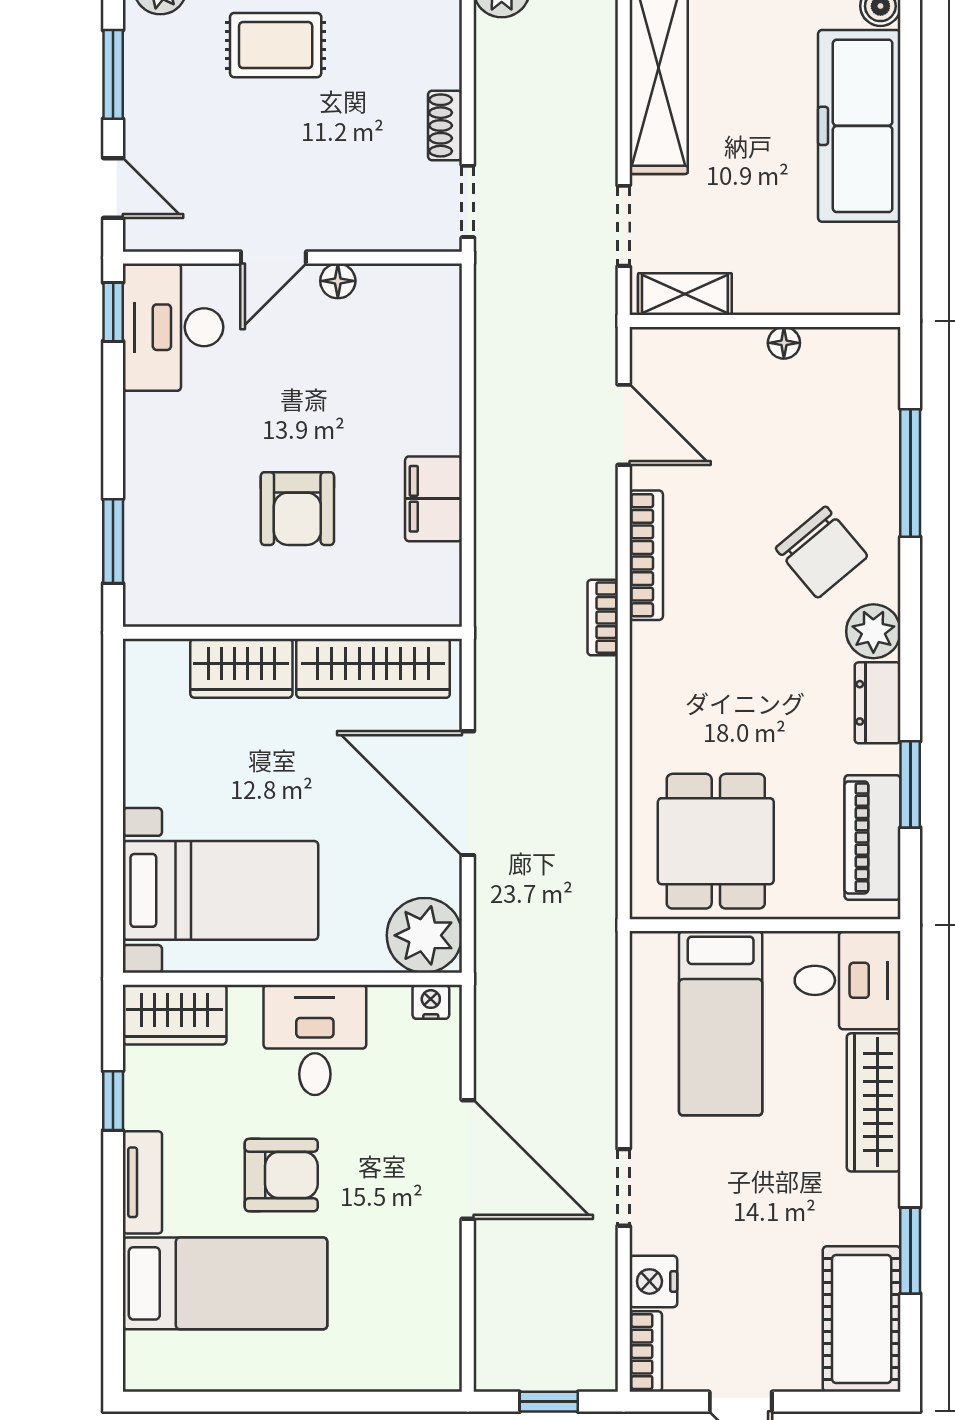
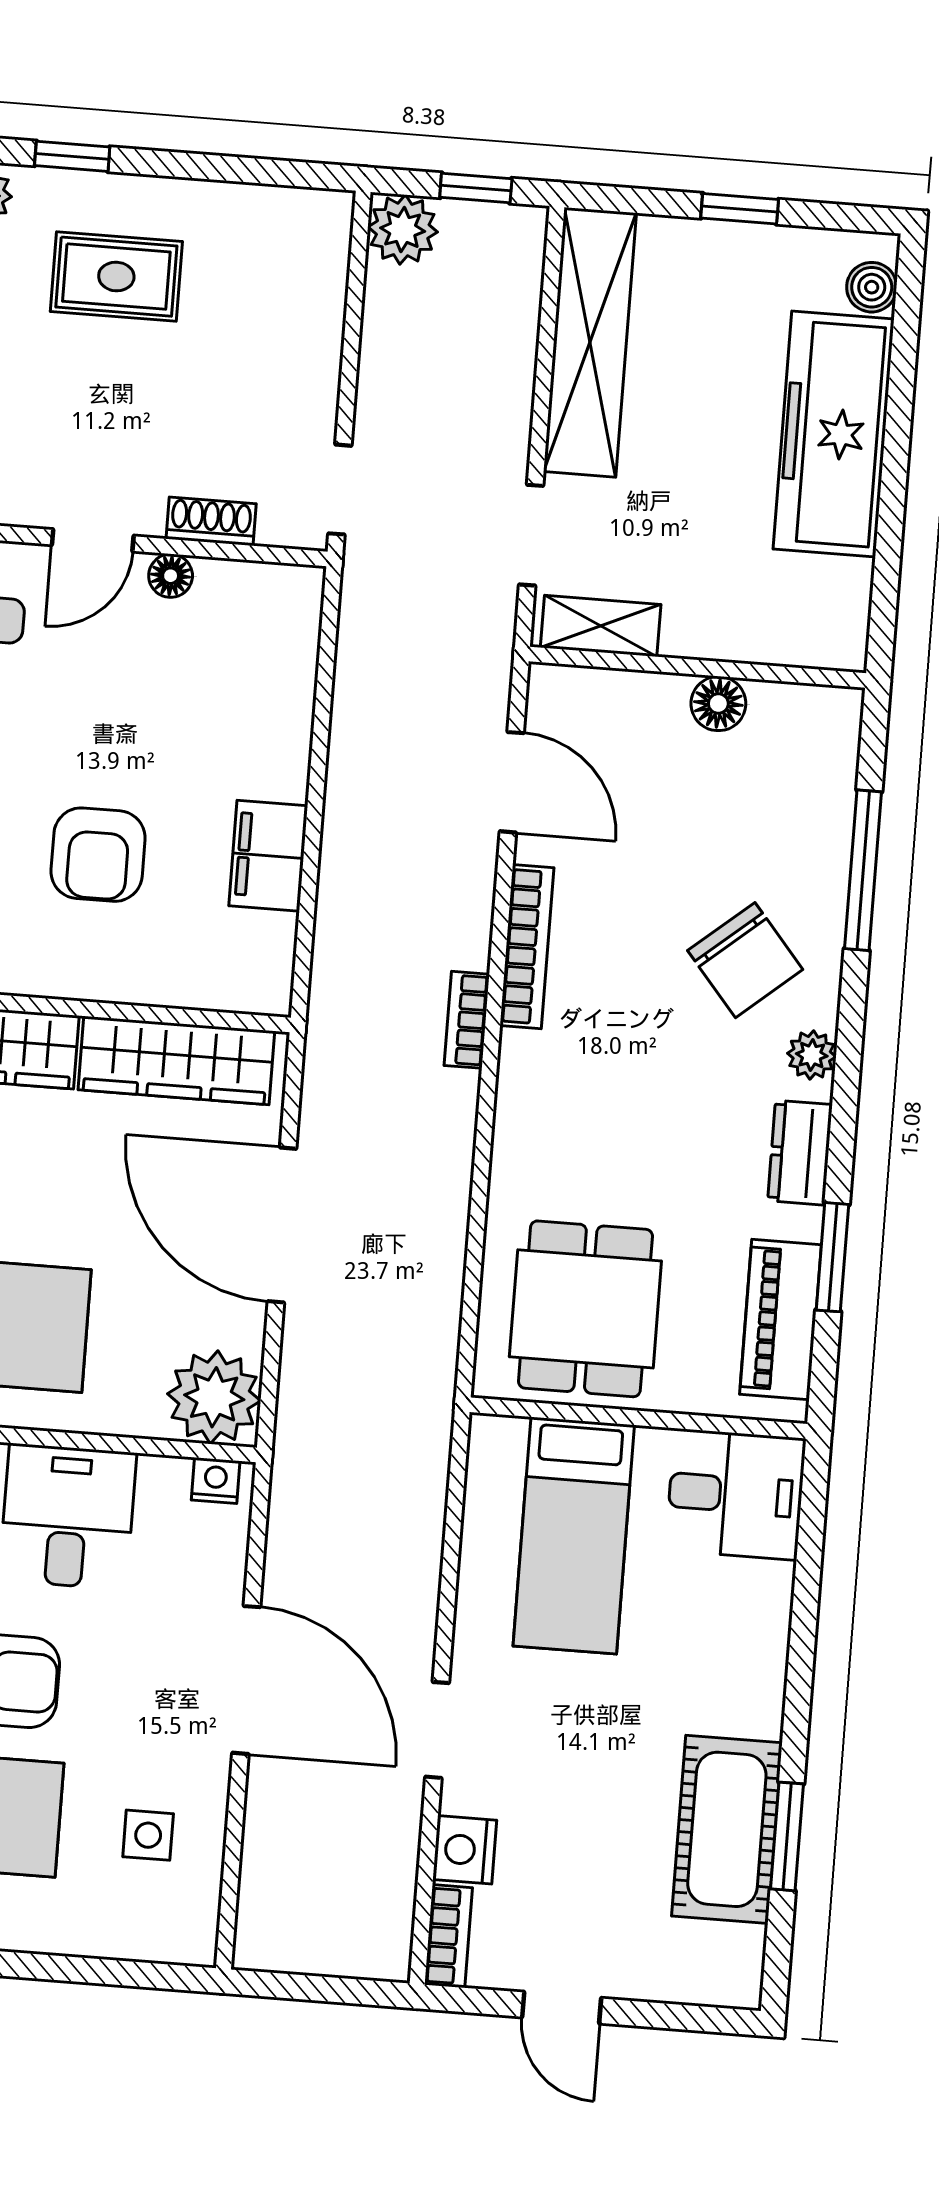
shoe rack: (445, 125) -> (211, 521), moved, turned 90
floor lamp: (784, 343) -> (718, 704), width x1.37, depth x1.37
plant: (873, 631) -> (812, 1055), width x0.73, depth x0.73
wardrobe: (874, 1102) -> (756, 1649), removed
side table: (399, 1290) -> (148, 1835), added
cot: (862, 1319) -> (727, 1829), moved
window: (549, 1402) -> (323, 1989), removed

